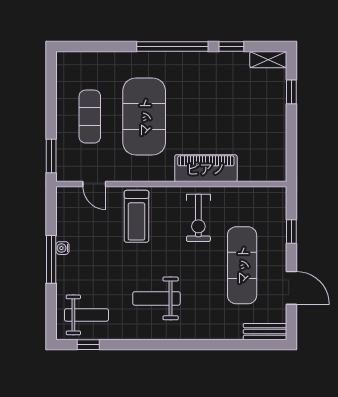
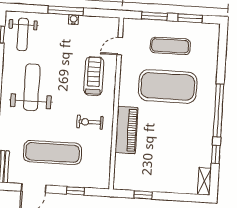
window: (51, 92) -> (190, 18), added
window: (291, 92) -> (143, 195), moved
window: (51, 156) -> (154, 16), moved
treadmill: (136, 216) -> (94, 76), turned 90
exercise bike: (198, 218) -> (90, 122), width x0.73, depth x0.72
weight bench: (156, 298) -> (32, 87), width x1.36, depth x1.33

